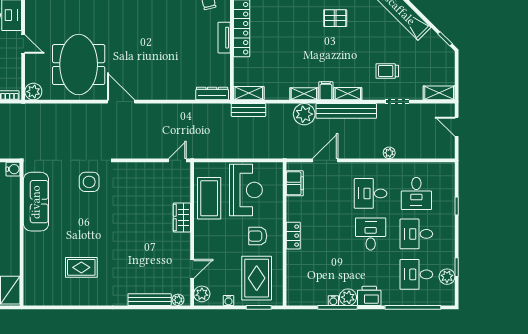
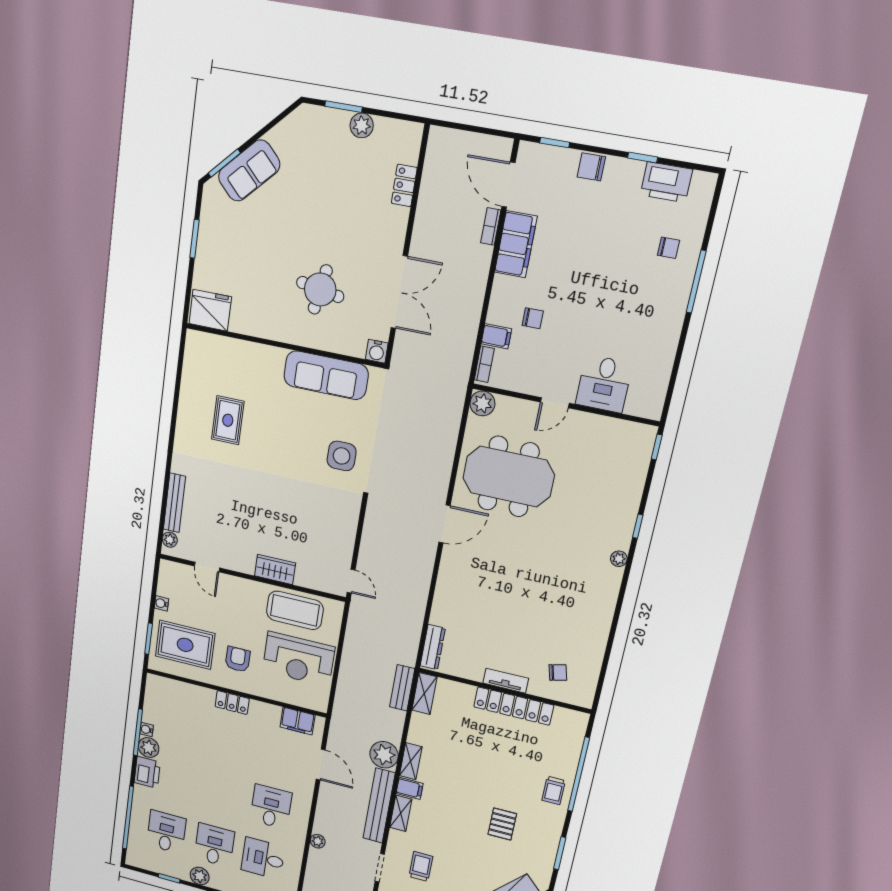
desk: (371, 234) -> (222, 794), removed
plant: (447, 277) -> (200, 876), moved
plant: (202, 294) -> (174, 572), removed

